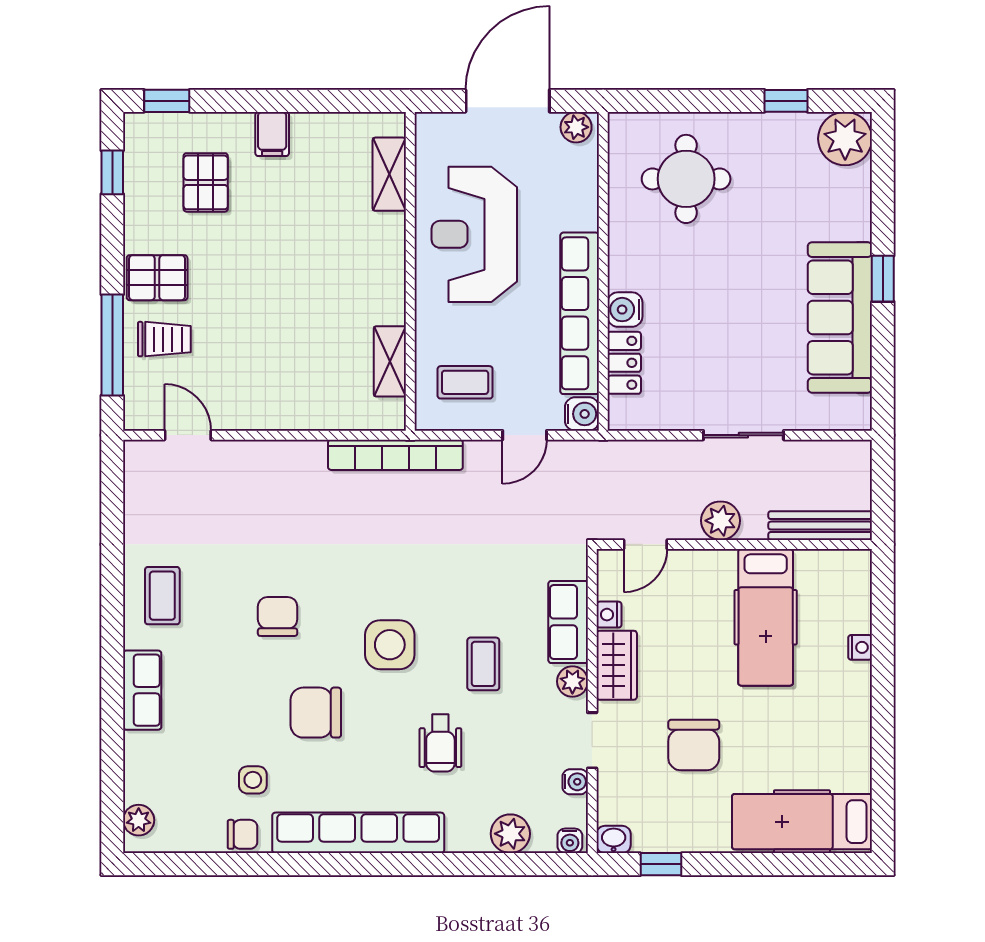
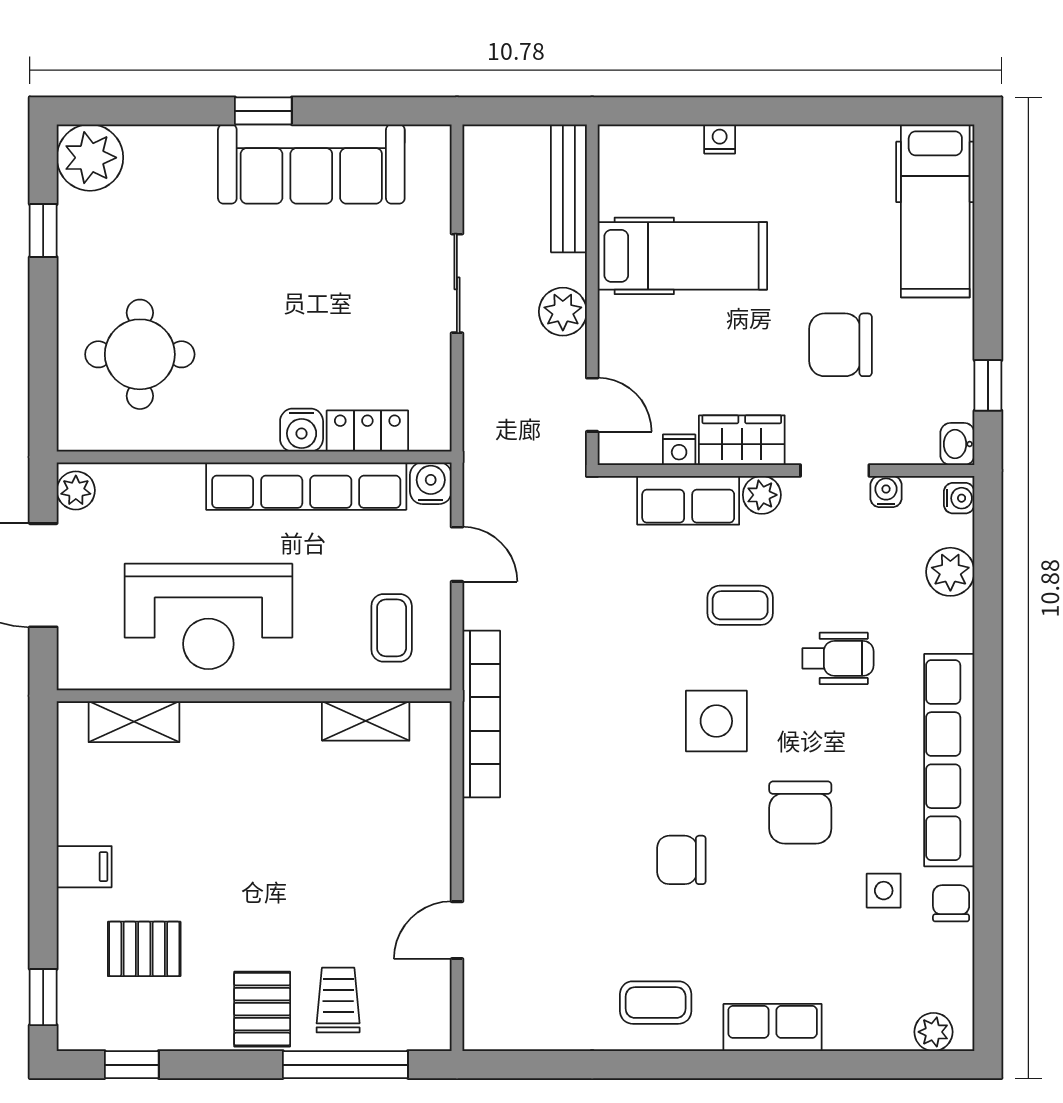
door: (188, 435) -> (457, 930), moved
chair: (694, 745) -> (840, 345), turned 180

